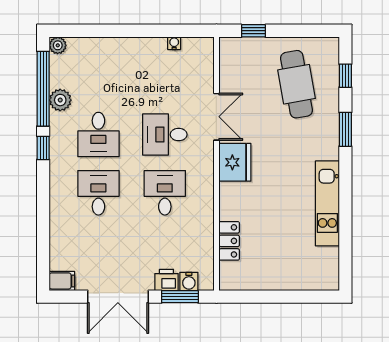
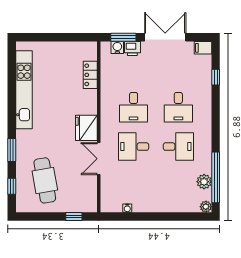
plant: (60, 100) -> (204, 182), moved
desk: (98, 135) -> (178, 147), turned 90
desk: (165, 135) -> (134, 147), turned 180
window: (43, 148) -> (216, 77), moved
kitchen unit: (327, 203) -> (24, 90), width x1.36

